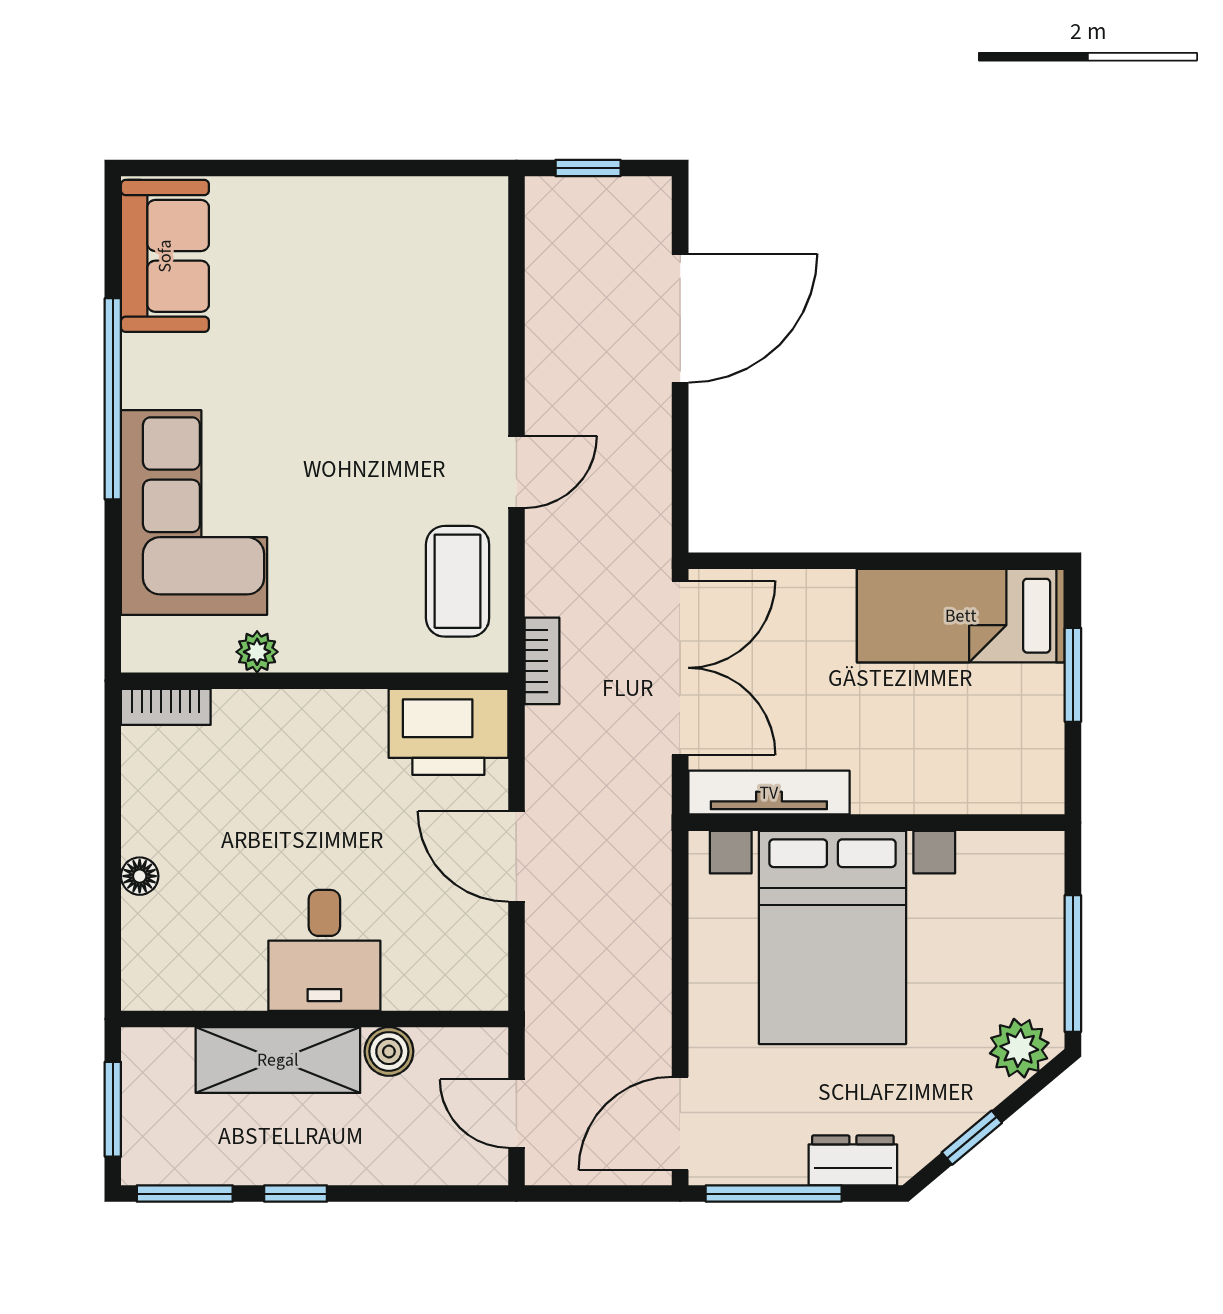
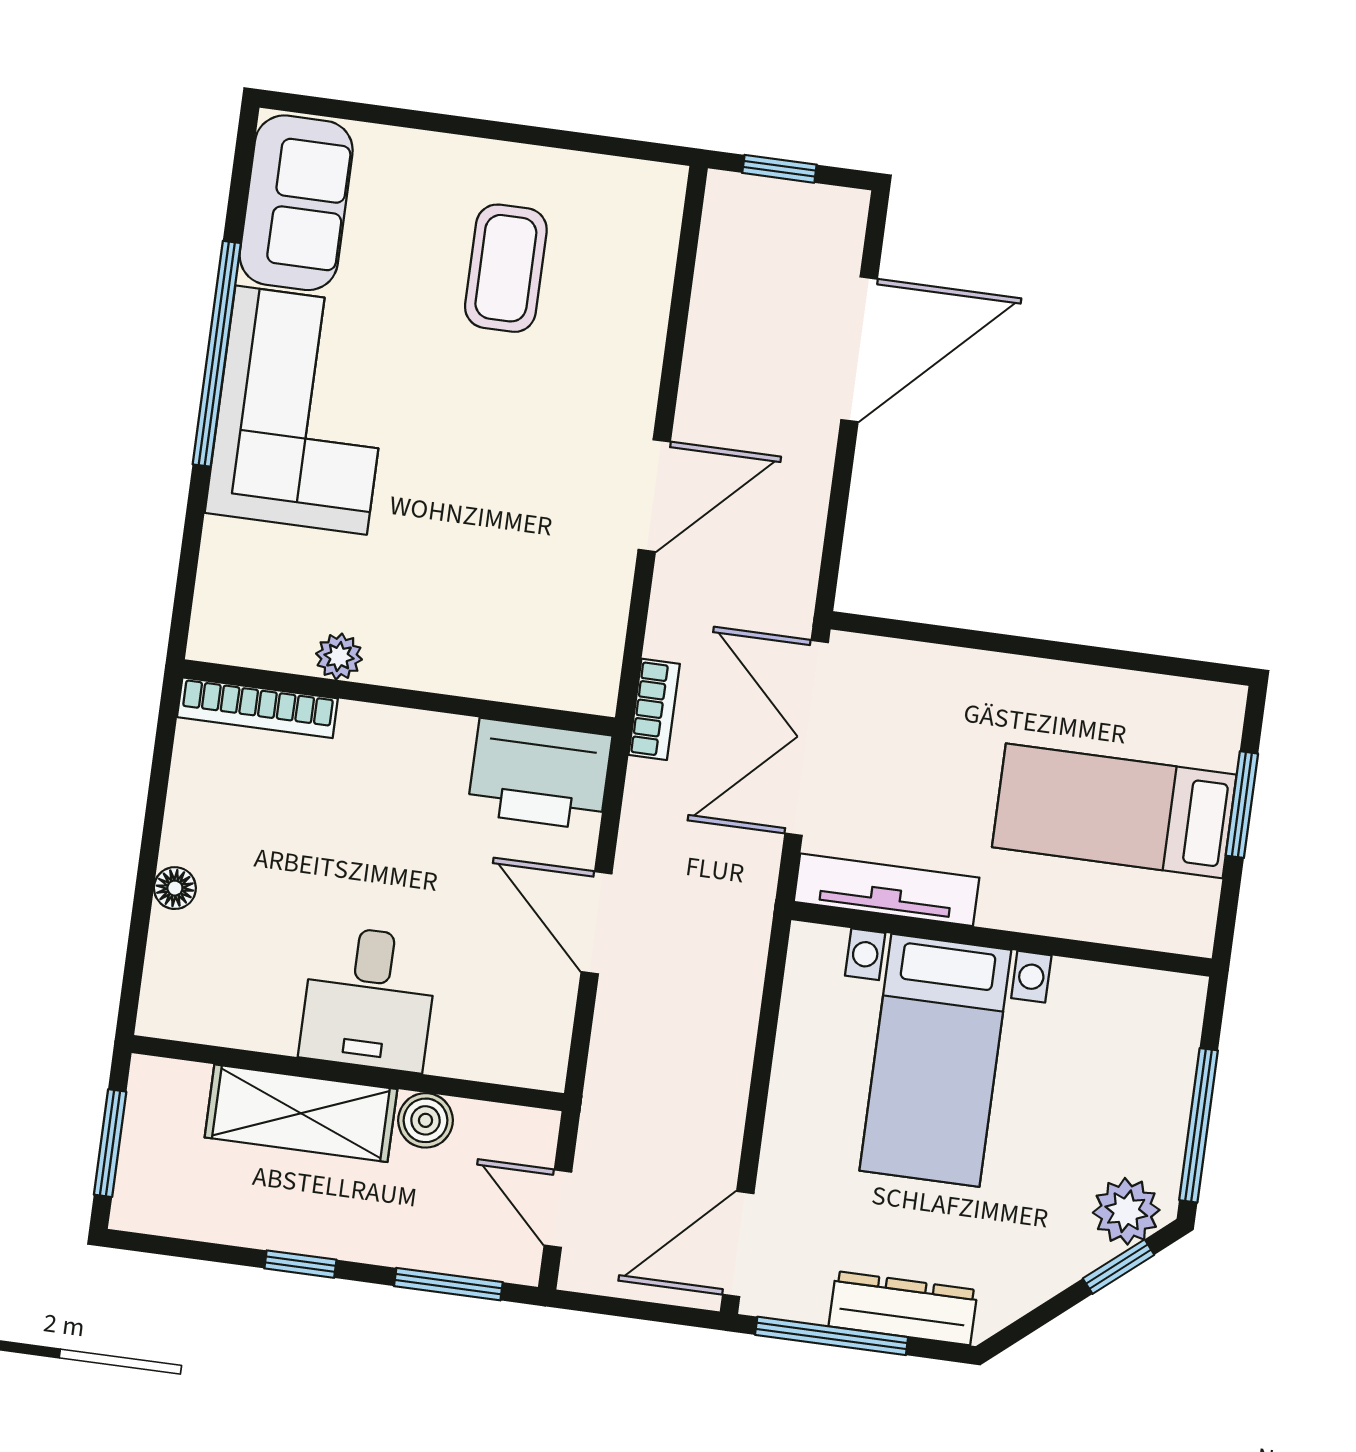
door: (516, 472) -> (654, 496), width x1.38
corner sofa: (194, 513) -> (301, 410), moved
coffee table: (458, 581) -> (506, 268), moved
bed: (961, 616) -> (1114, 811), moved
double door: (680, 668) -> (807, 738), swing flipped
bookcase: (166, 707) -> (257, 708), width x1.56
bed with nightstands: (832, 937) -> (935, 1060), width x0.73
window: (972, 1138) -> (1119, 1267), moved
dresser: (853, 1160) -> (903, 1308), width x1.44
window: (185, 1194) -> (448, 1284), moved

